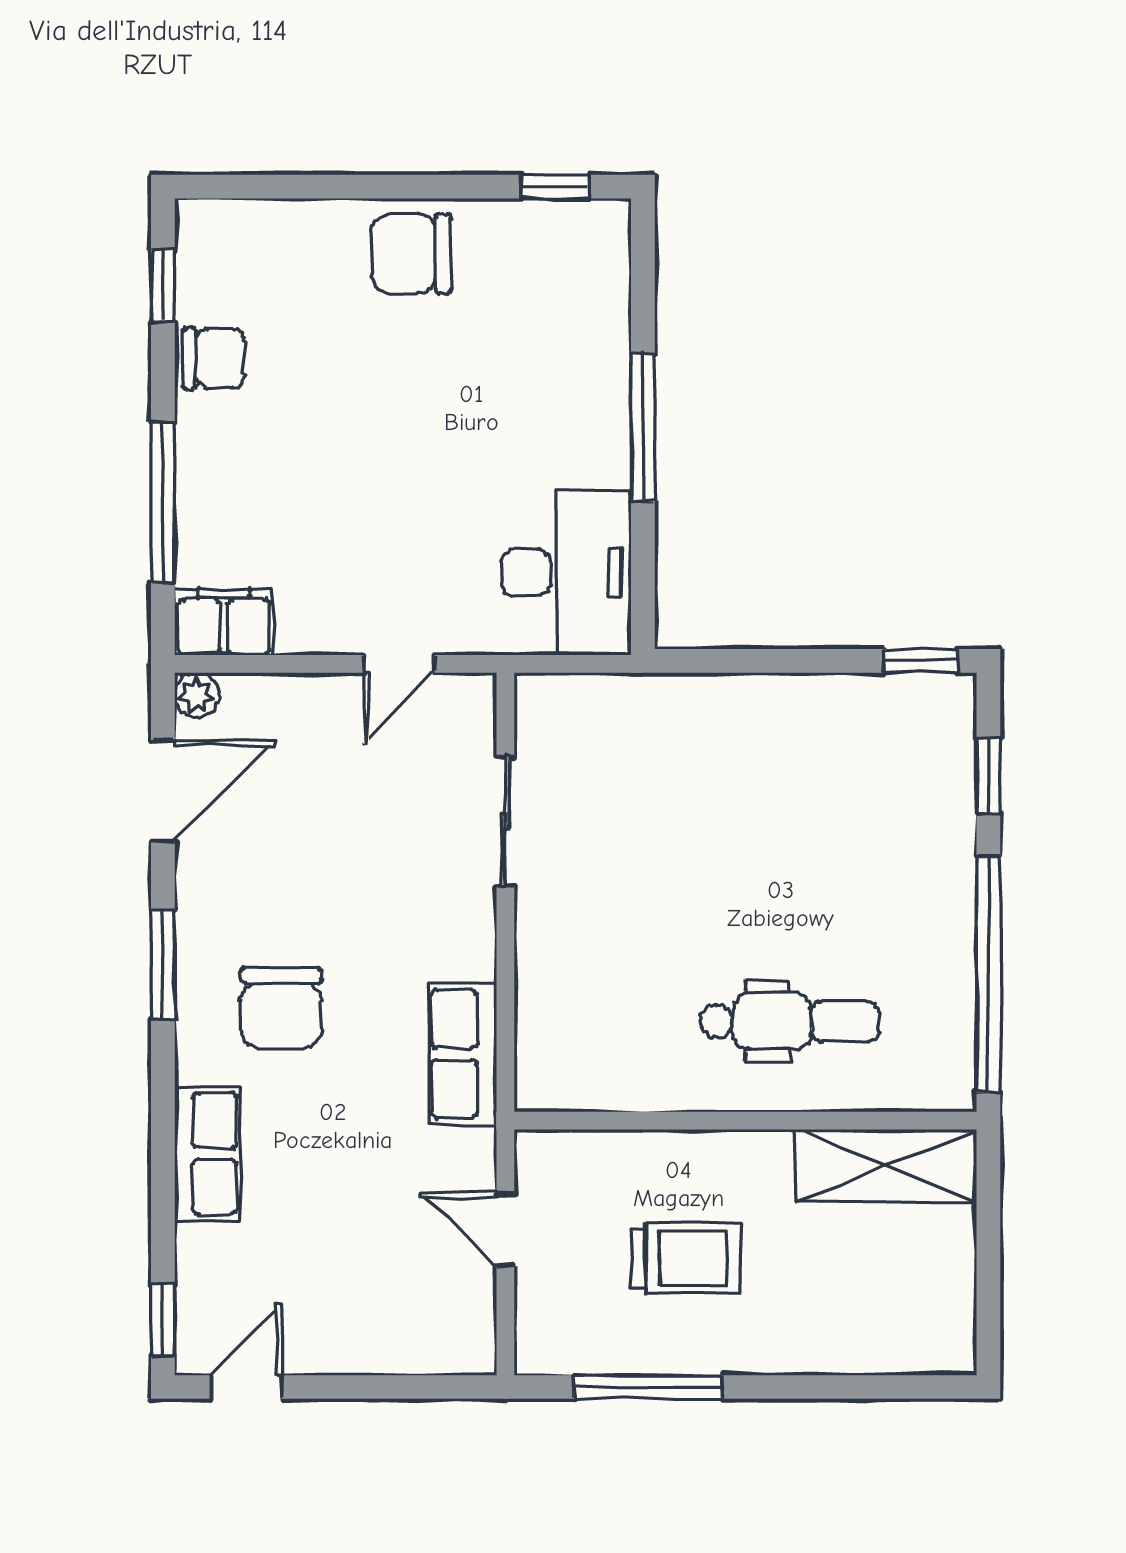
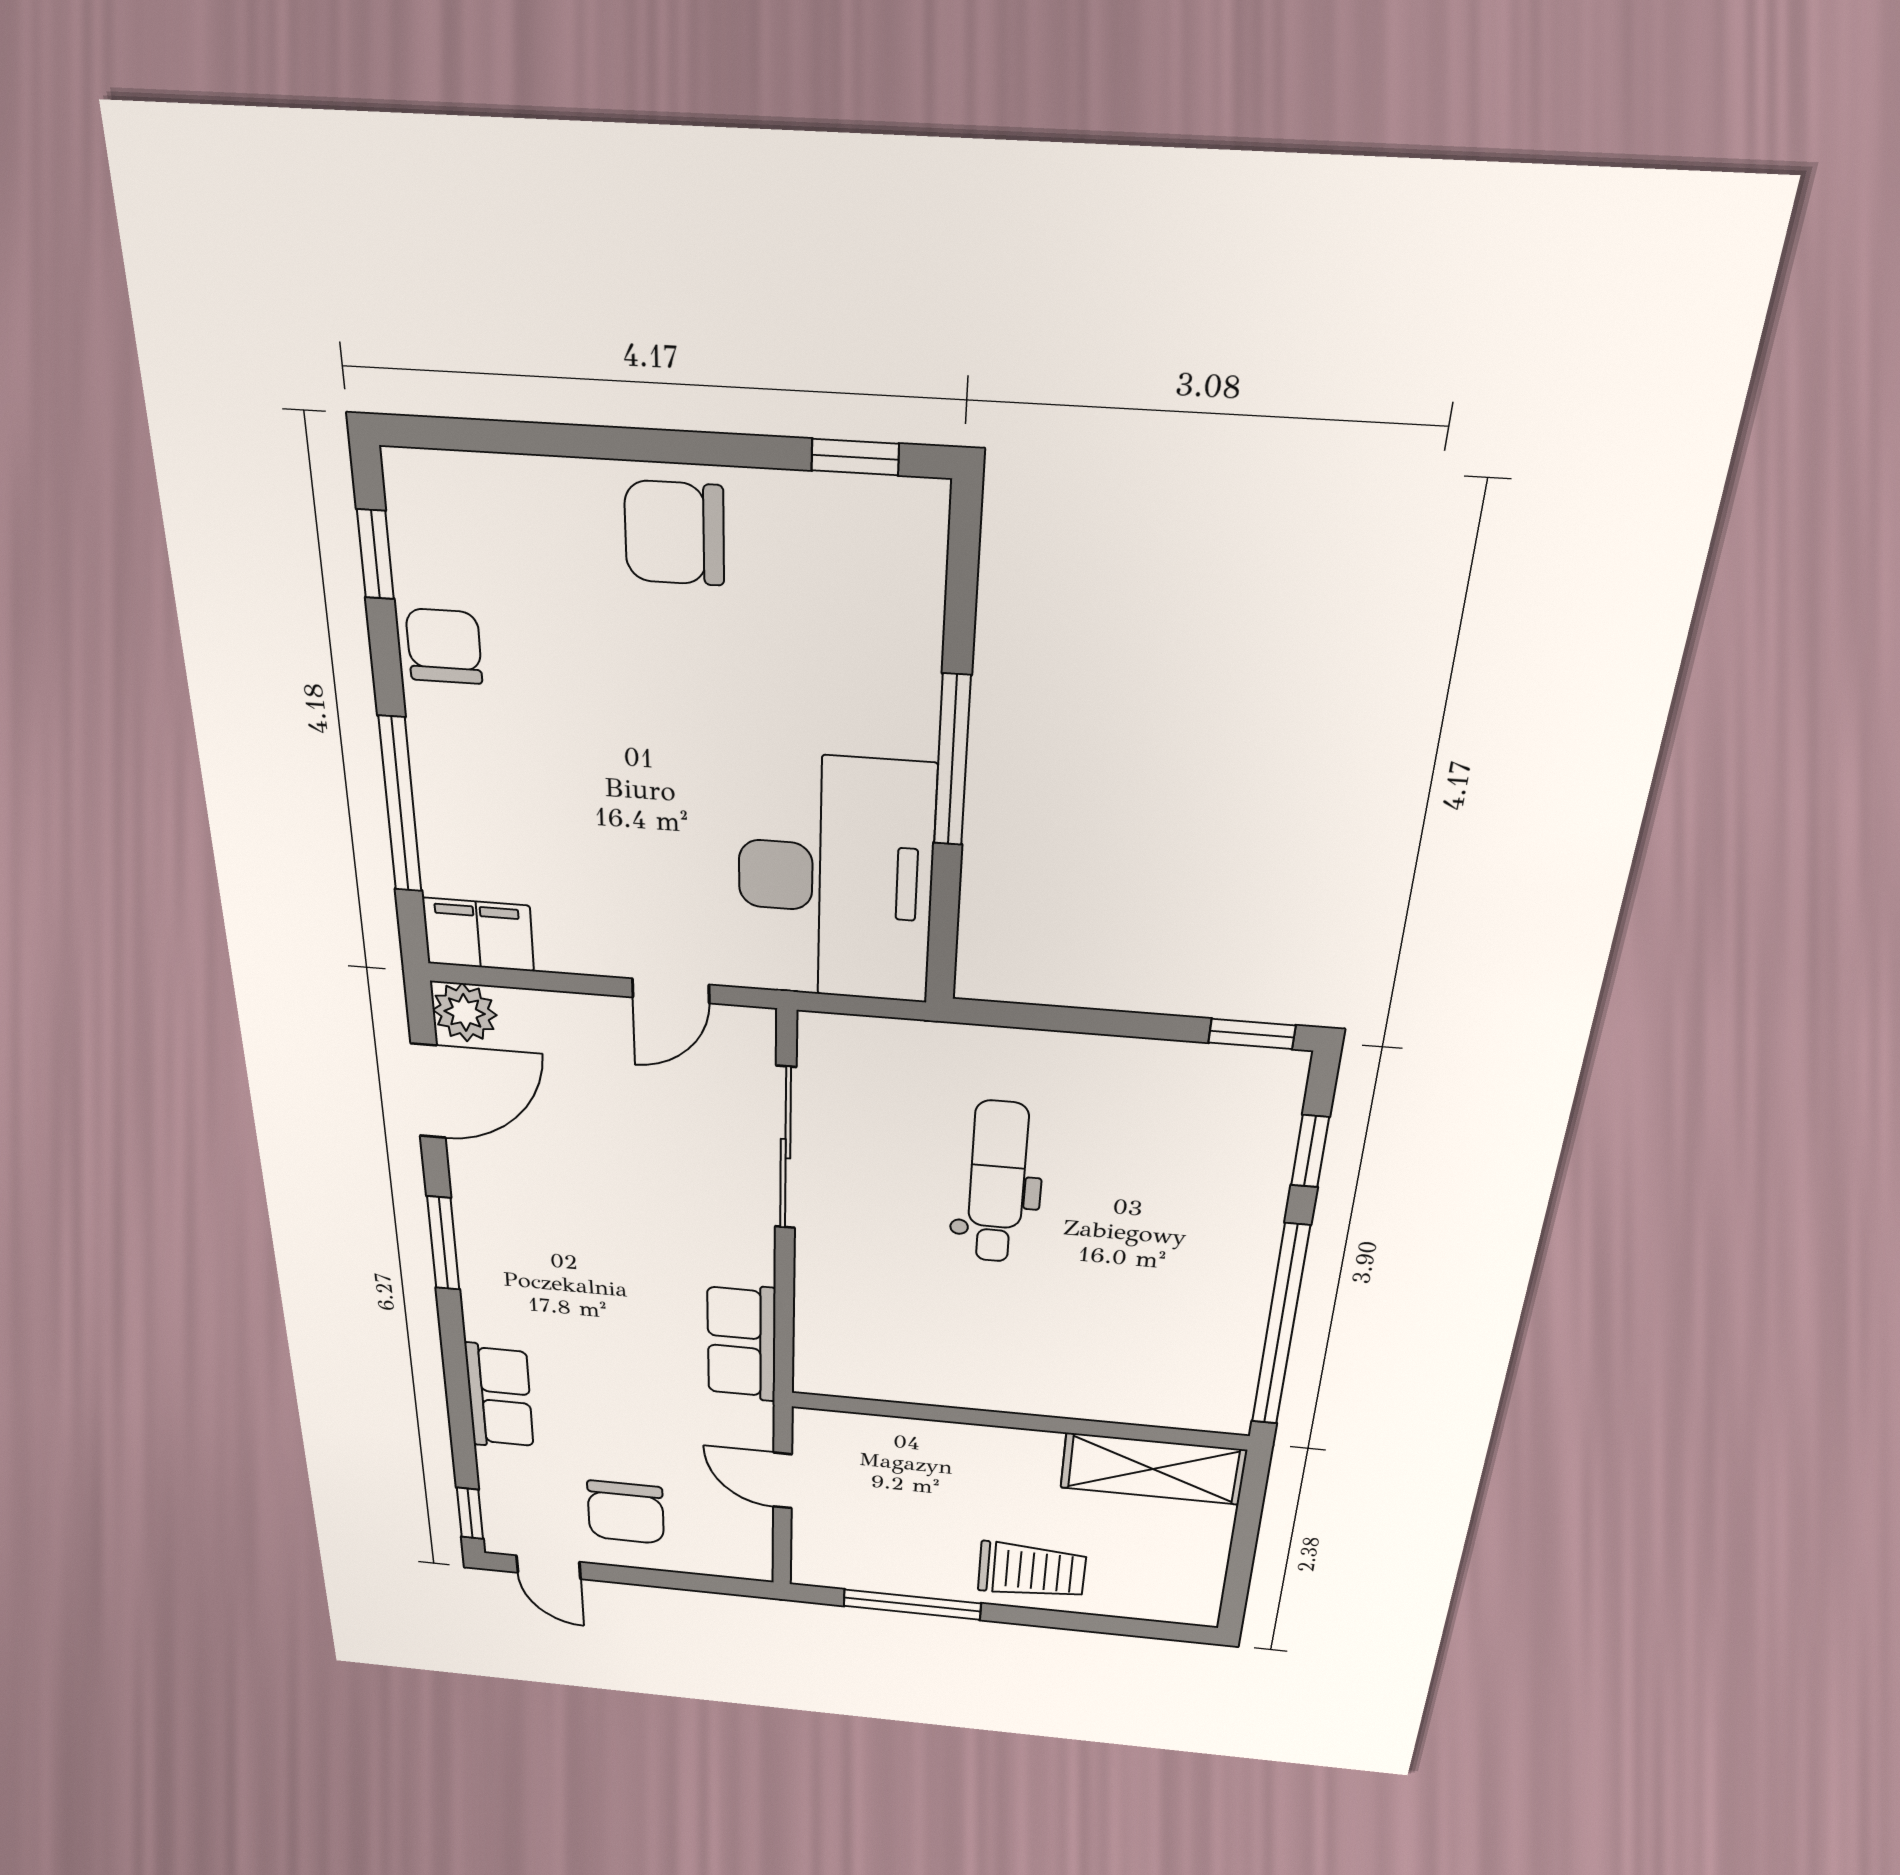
chair: (214, 358) -> (444, 646), turned -90
desk: (566, 573) -> (835, 879), width x1.36, depth x1.30
plant: (197, 695) -> (465, 1012), width x1.38, depth x1.38
sliding door: (505, 821) -> (786, 1149), width x1.37
chair: (281, 1008) -> (626, 1512), moved
dental chair: (790, 1021) -> (997, 1183), moved, turned -90
trolley: (686, 1258) -> (1032, 1571), moved
door: (246, 1387) -> (548, 1567), swing flipped

